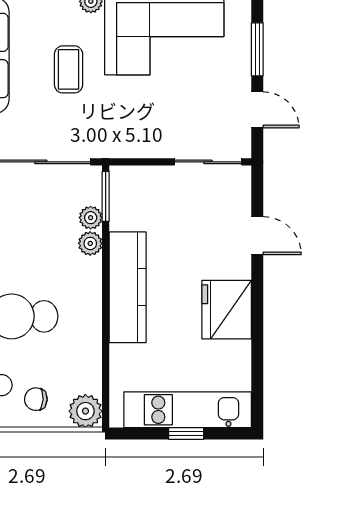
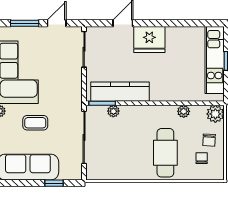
plant: (90, 243) -> (184, 111), moved
kitchen counter: (128, 287) -> (120, 92), moved
fridge: (227, 310) -> (149, 40), moved

